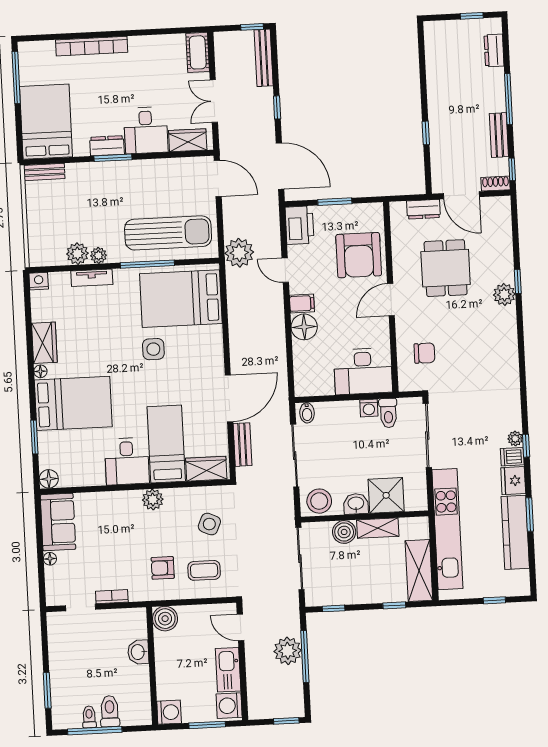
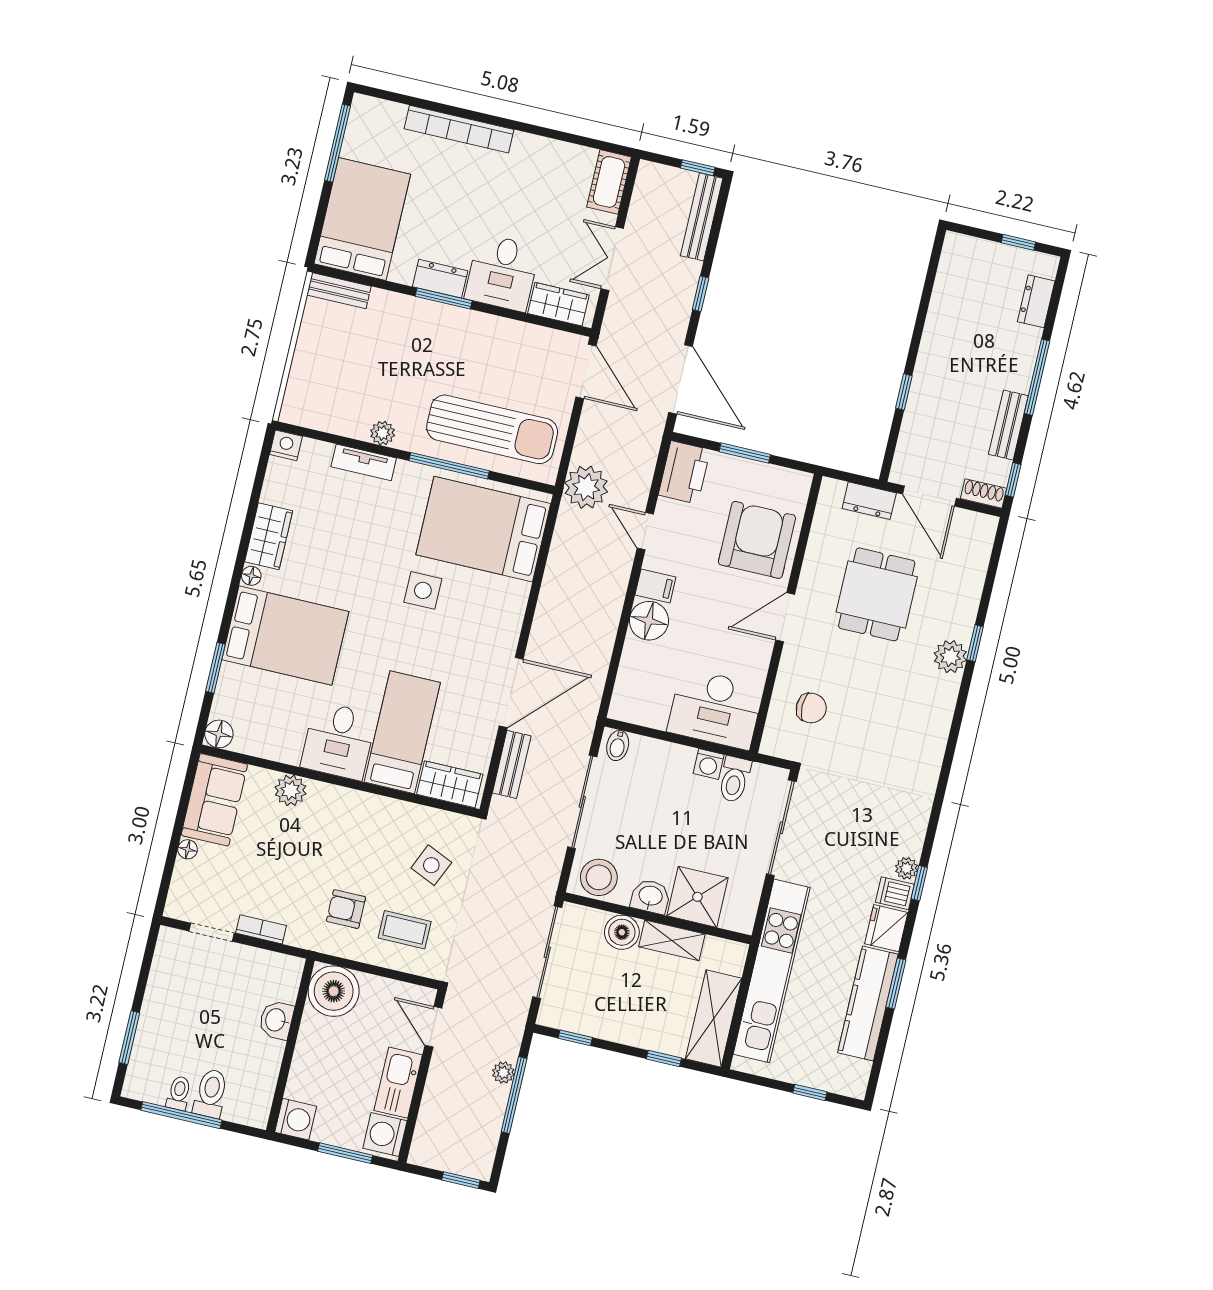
plant: (77, 254) -> (353, 422), removed
armchair: (359, 255) -> (757, 540), turned 180
plant: (153, 500) -> (291, 790), moved
boiler: (165, 619) -> (334, 991), width x1.37, depth x1.37
plant: (288, 651) -> (503, 1073), width x0.53, depth x0.53

